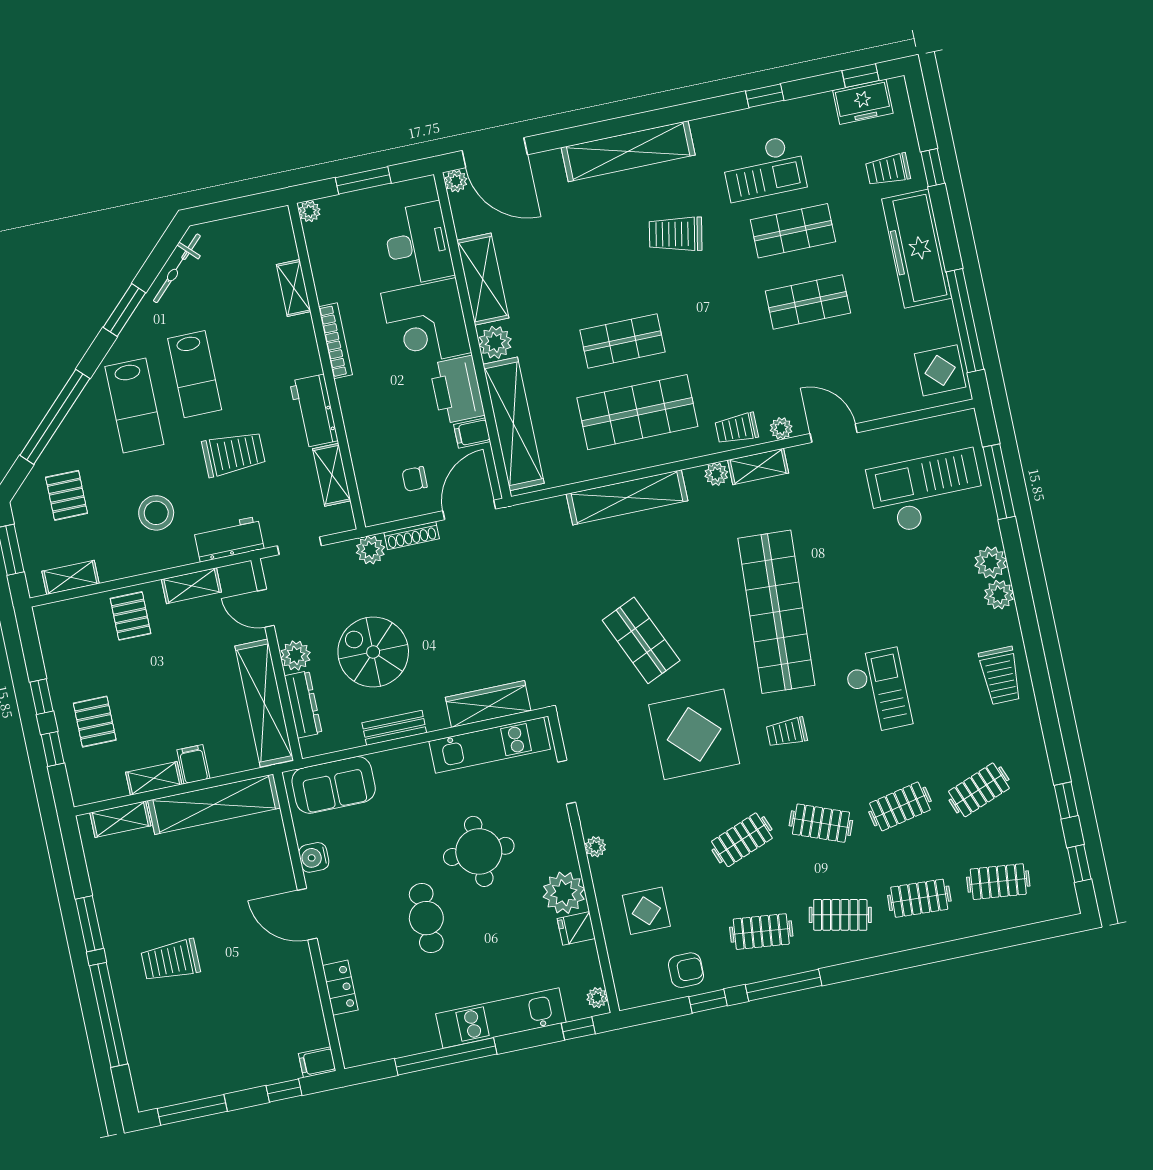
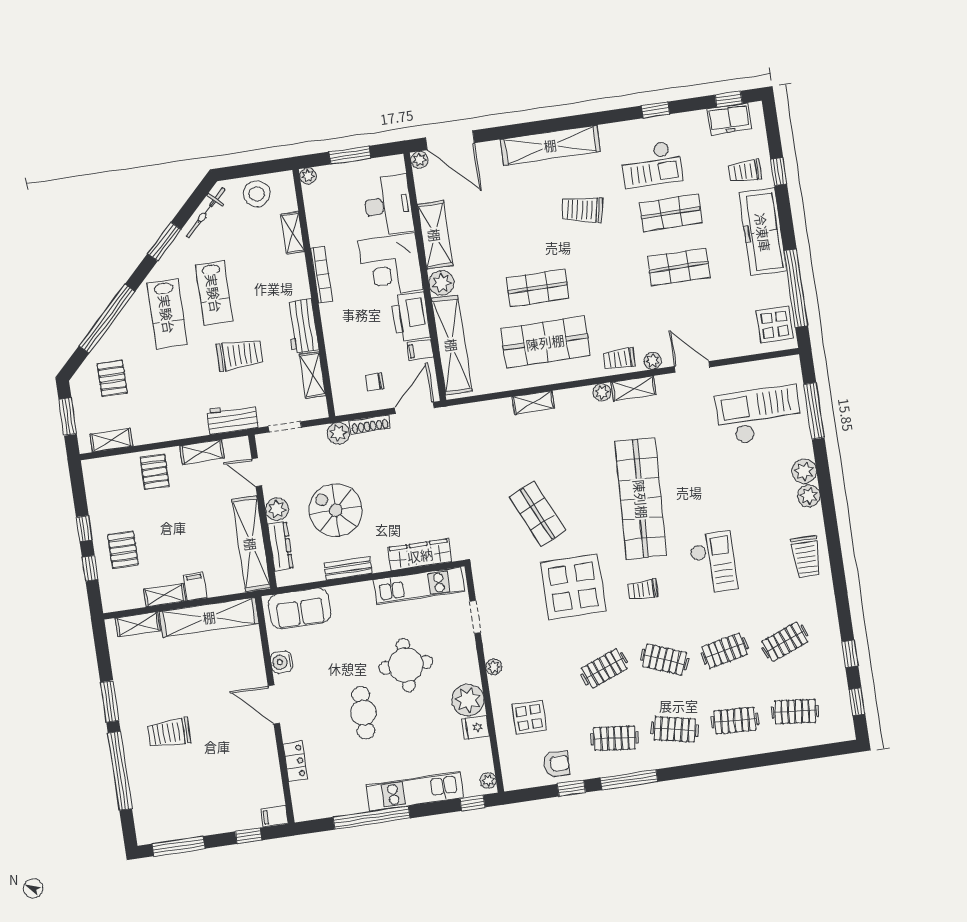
shelving: (627, 497) -> (533, 403), width x0.45, depth x0.75
stool: (156, 513) -> (257, 194), moved

